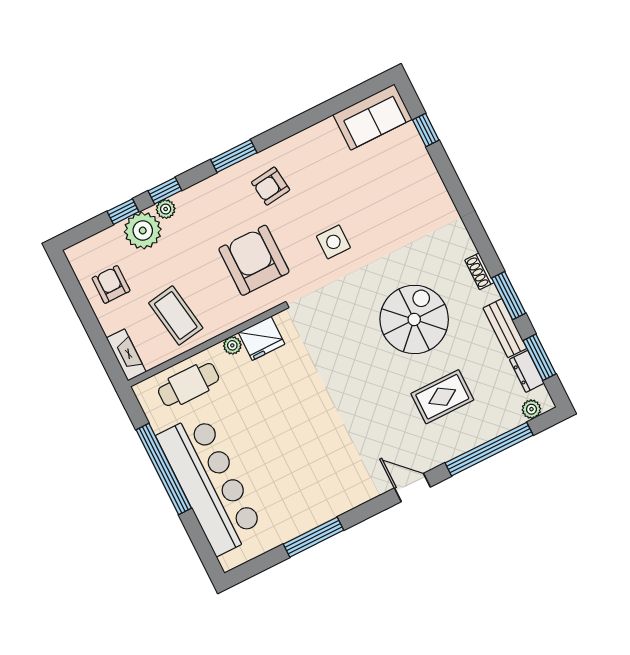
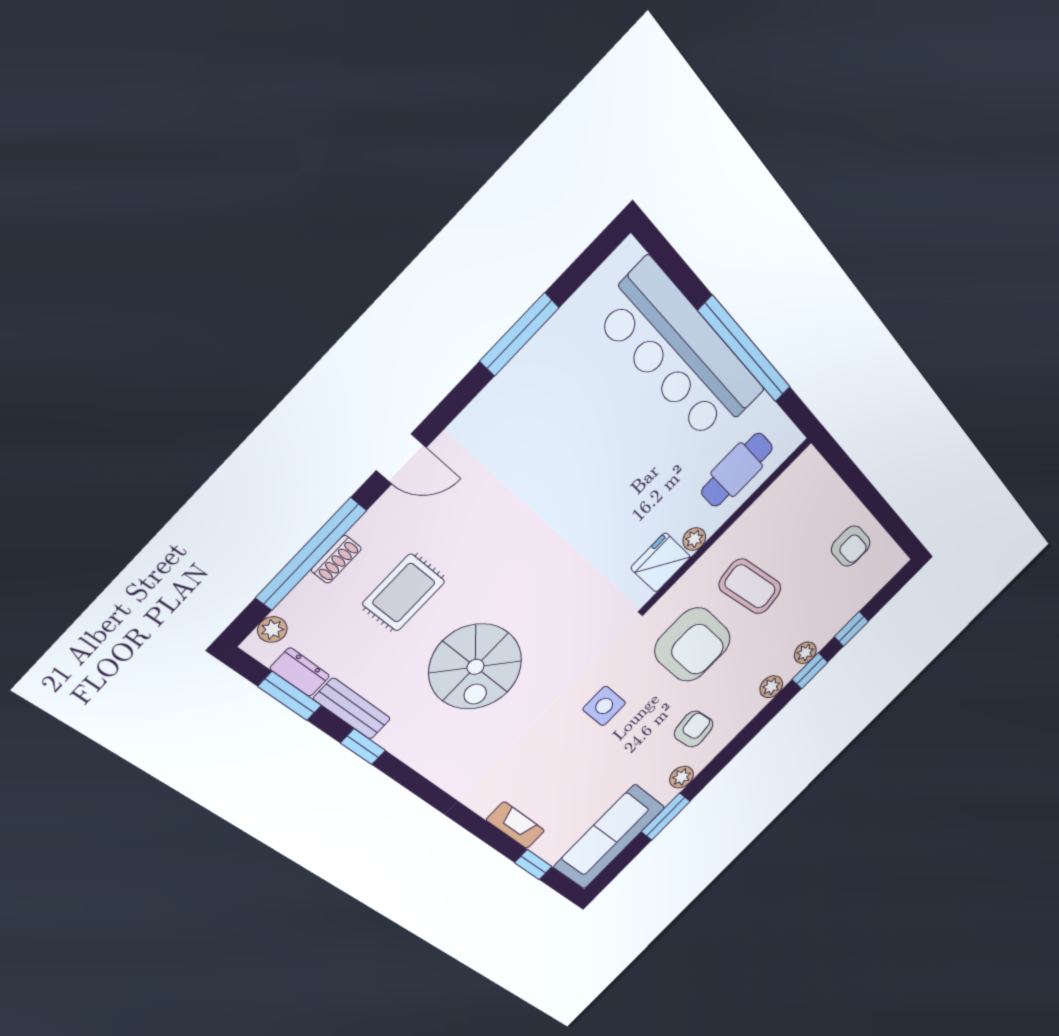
sofa: (373, 117) -> (609, 837), width x1.36
plant: (291, 147) -> (682, 777), added
window: (234, 156) -> (666, 817), moved
plant: (143, 231) -> (771, 687), moved, width x0.53, depth x0.53
shoe rack: (479, 271) -> (336, 559), moved, turned 90
window: (509, 296) -> (363, 747), width x0.67
coffee table: (176, 315) -> (750, 586), moved
fireplace: (126, 355) -> (516, 825), moved, turned 180

